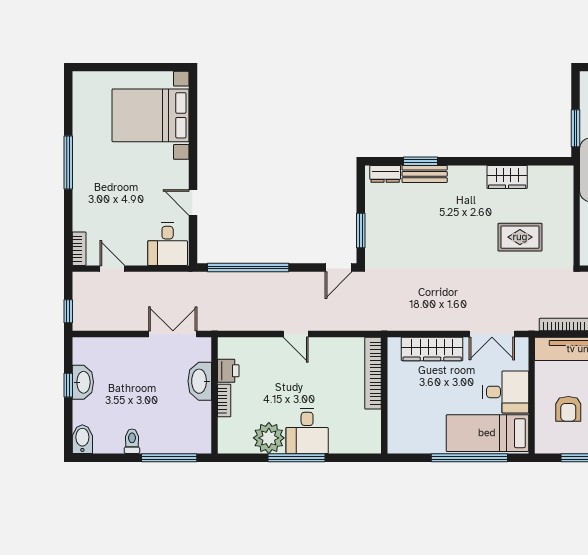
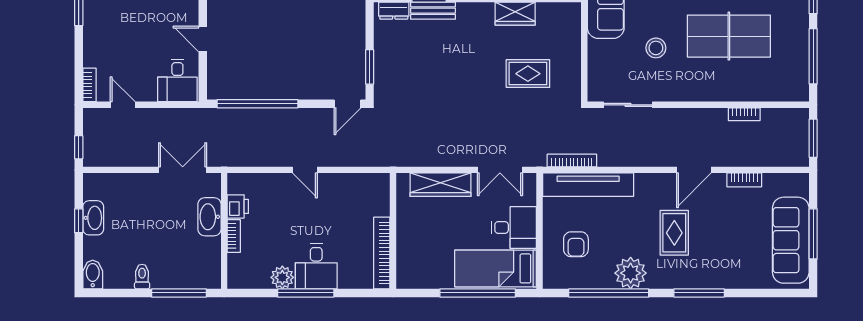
bookcase: (373, 373) -> (382, 253), moved
plant: (269, 438) -> (282, 277), width x0.73, depth x0.73

